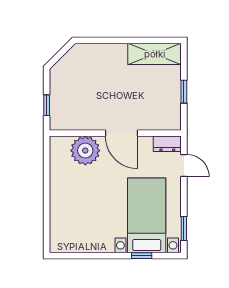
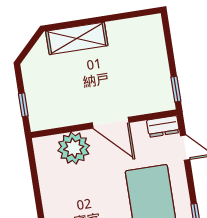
shelving: (155, 54) -> (77, 38), moved
window: (184, 92) -> (176, 89), moved

